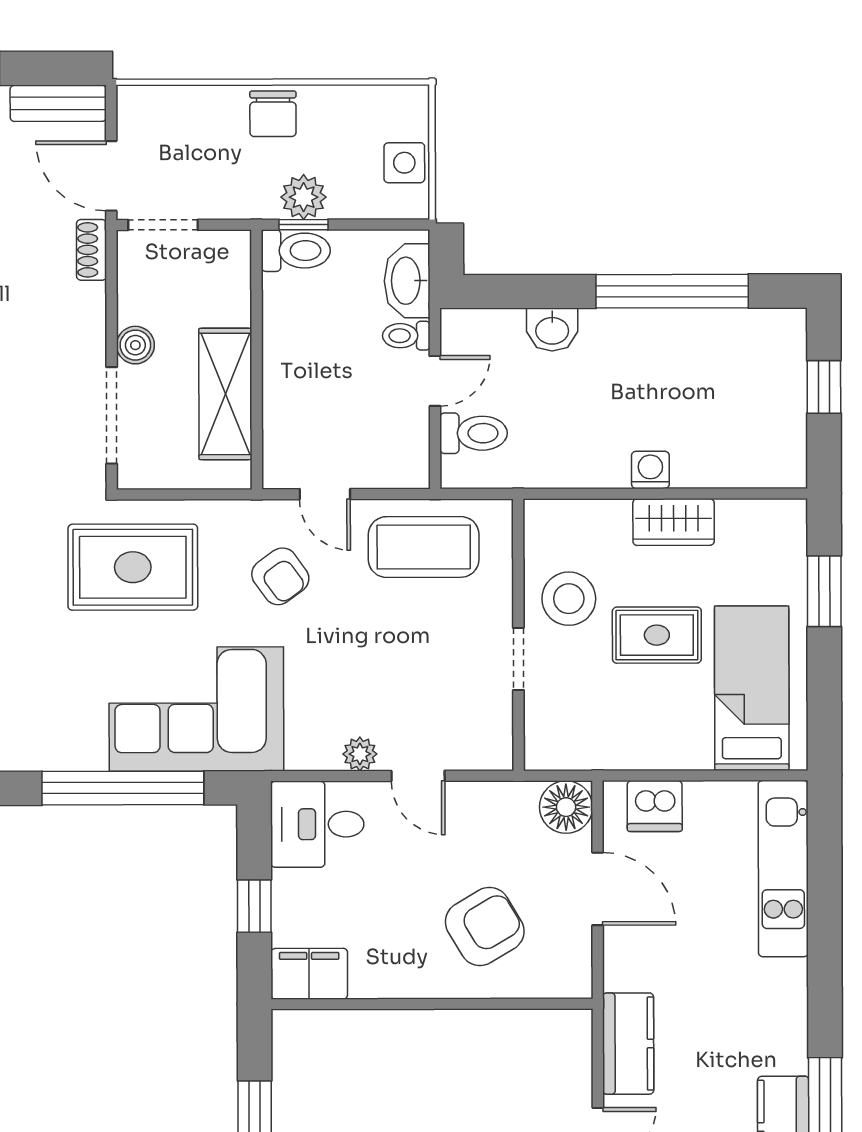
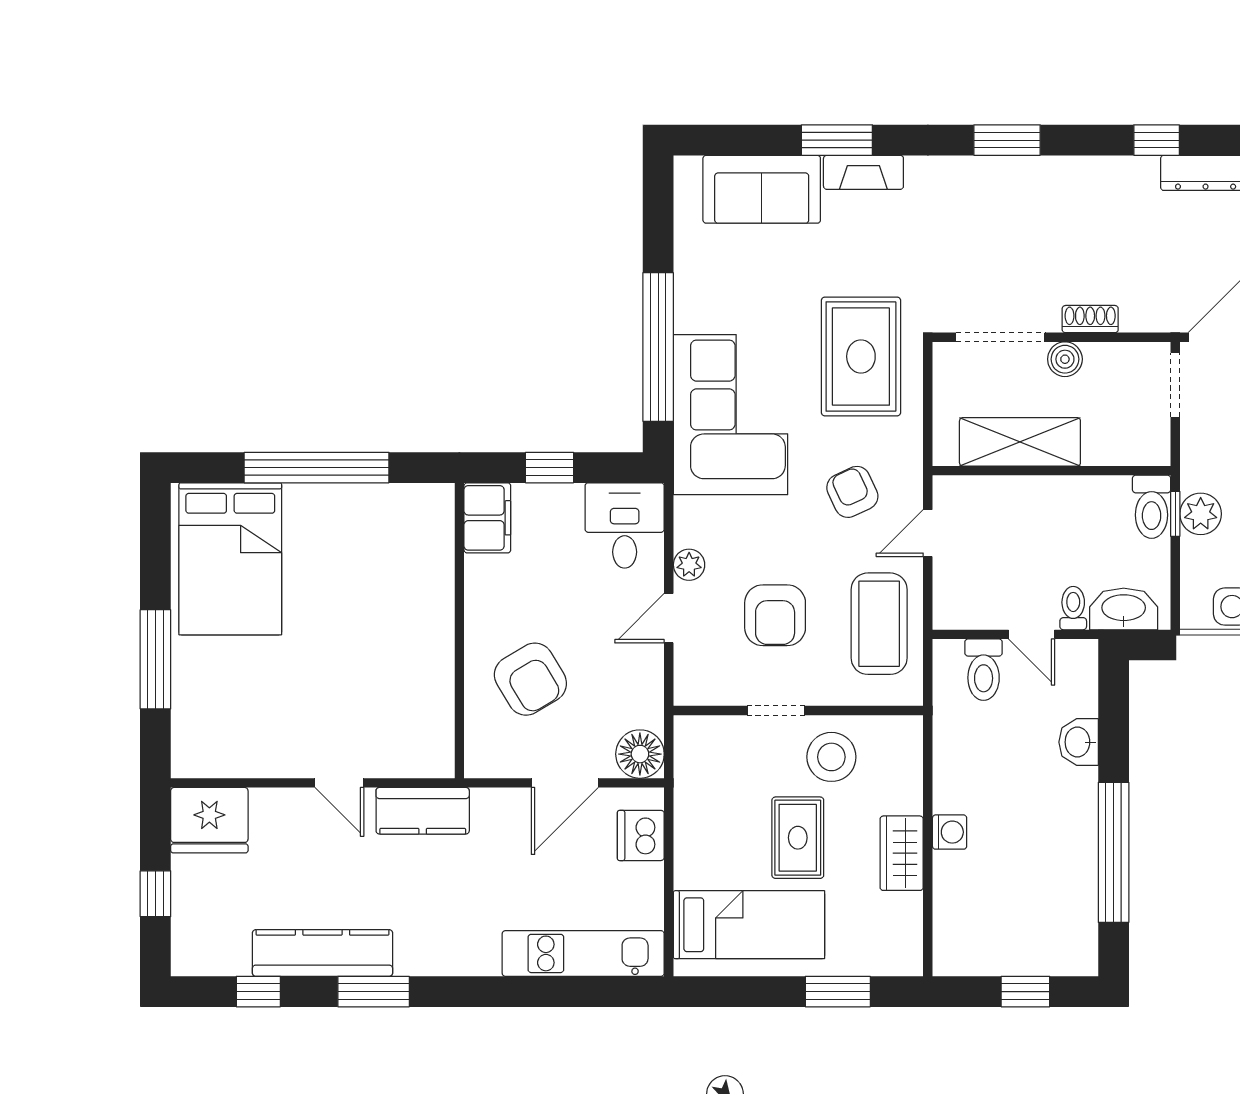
shoe rack: (92, 250) -> (1090, 319), moved
armchair: (280, 576) -> (852, 492), turned 101
armchair: (415, 660) -> (775, 615), added

